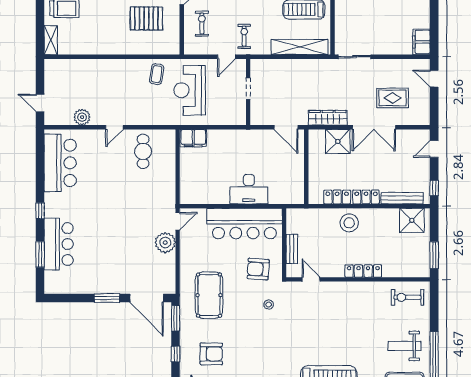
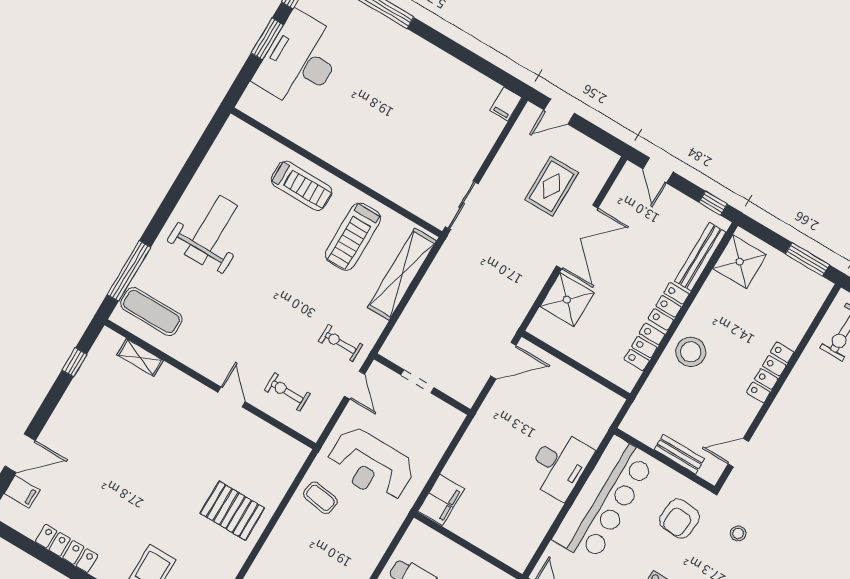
pallet: (146, 18) -> (232, 511), moved, turned 90
filing cabinet: (421, 42) -> (506, 104), width x0.50
wardrobe: (328, 118) -> (525, 294), removed

